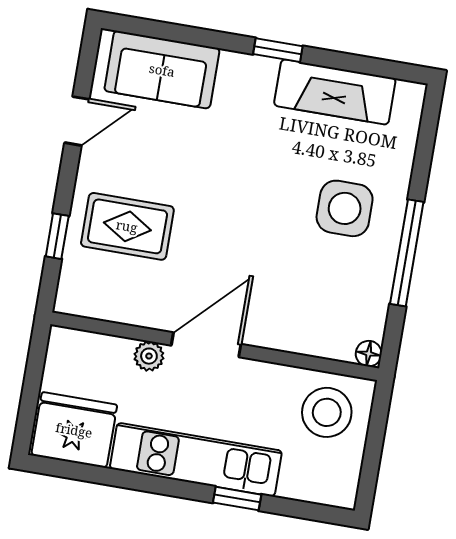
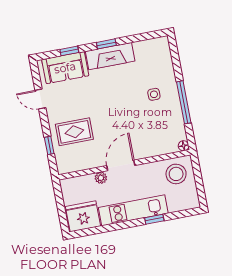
window: (186, 34) -> (69, 51), added
fireplace: (335, 92) -> (110, 56), moved
door: (77, 121) -> (40, 99), swing flipped
side table: (345, 208) -> (154, 94), width x0.54, depth x0.54

